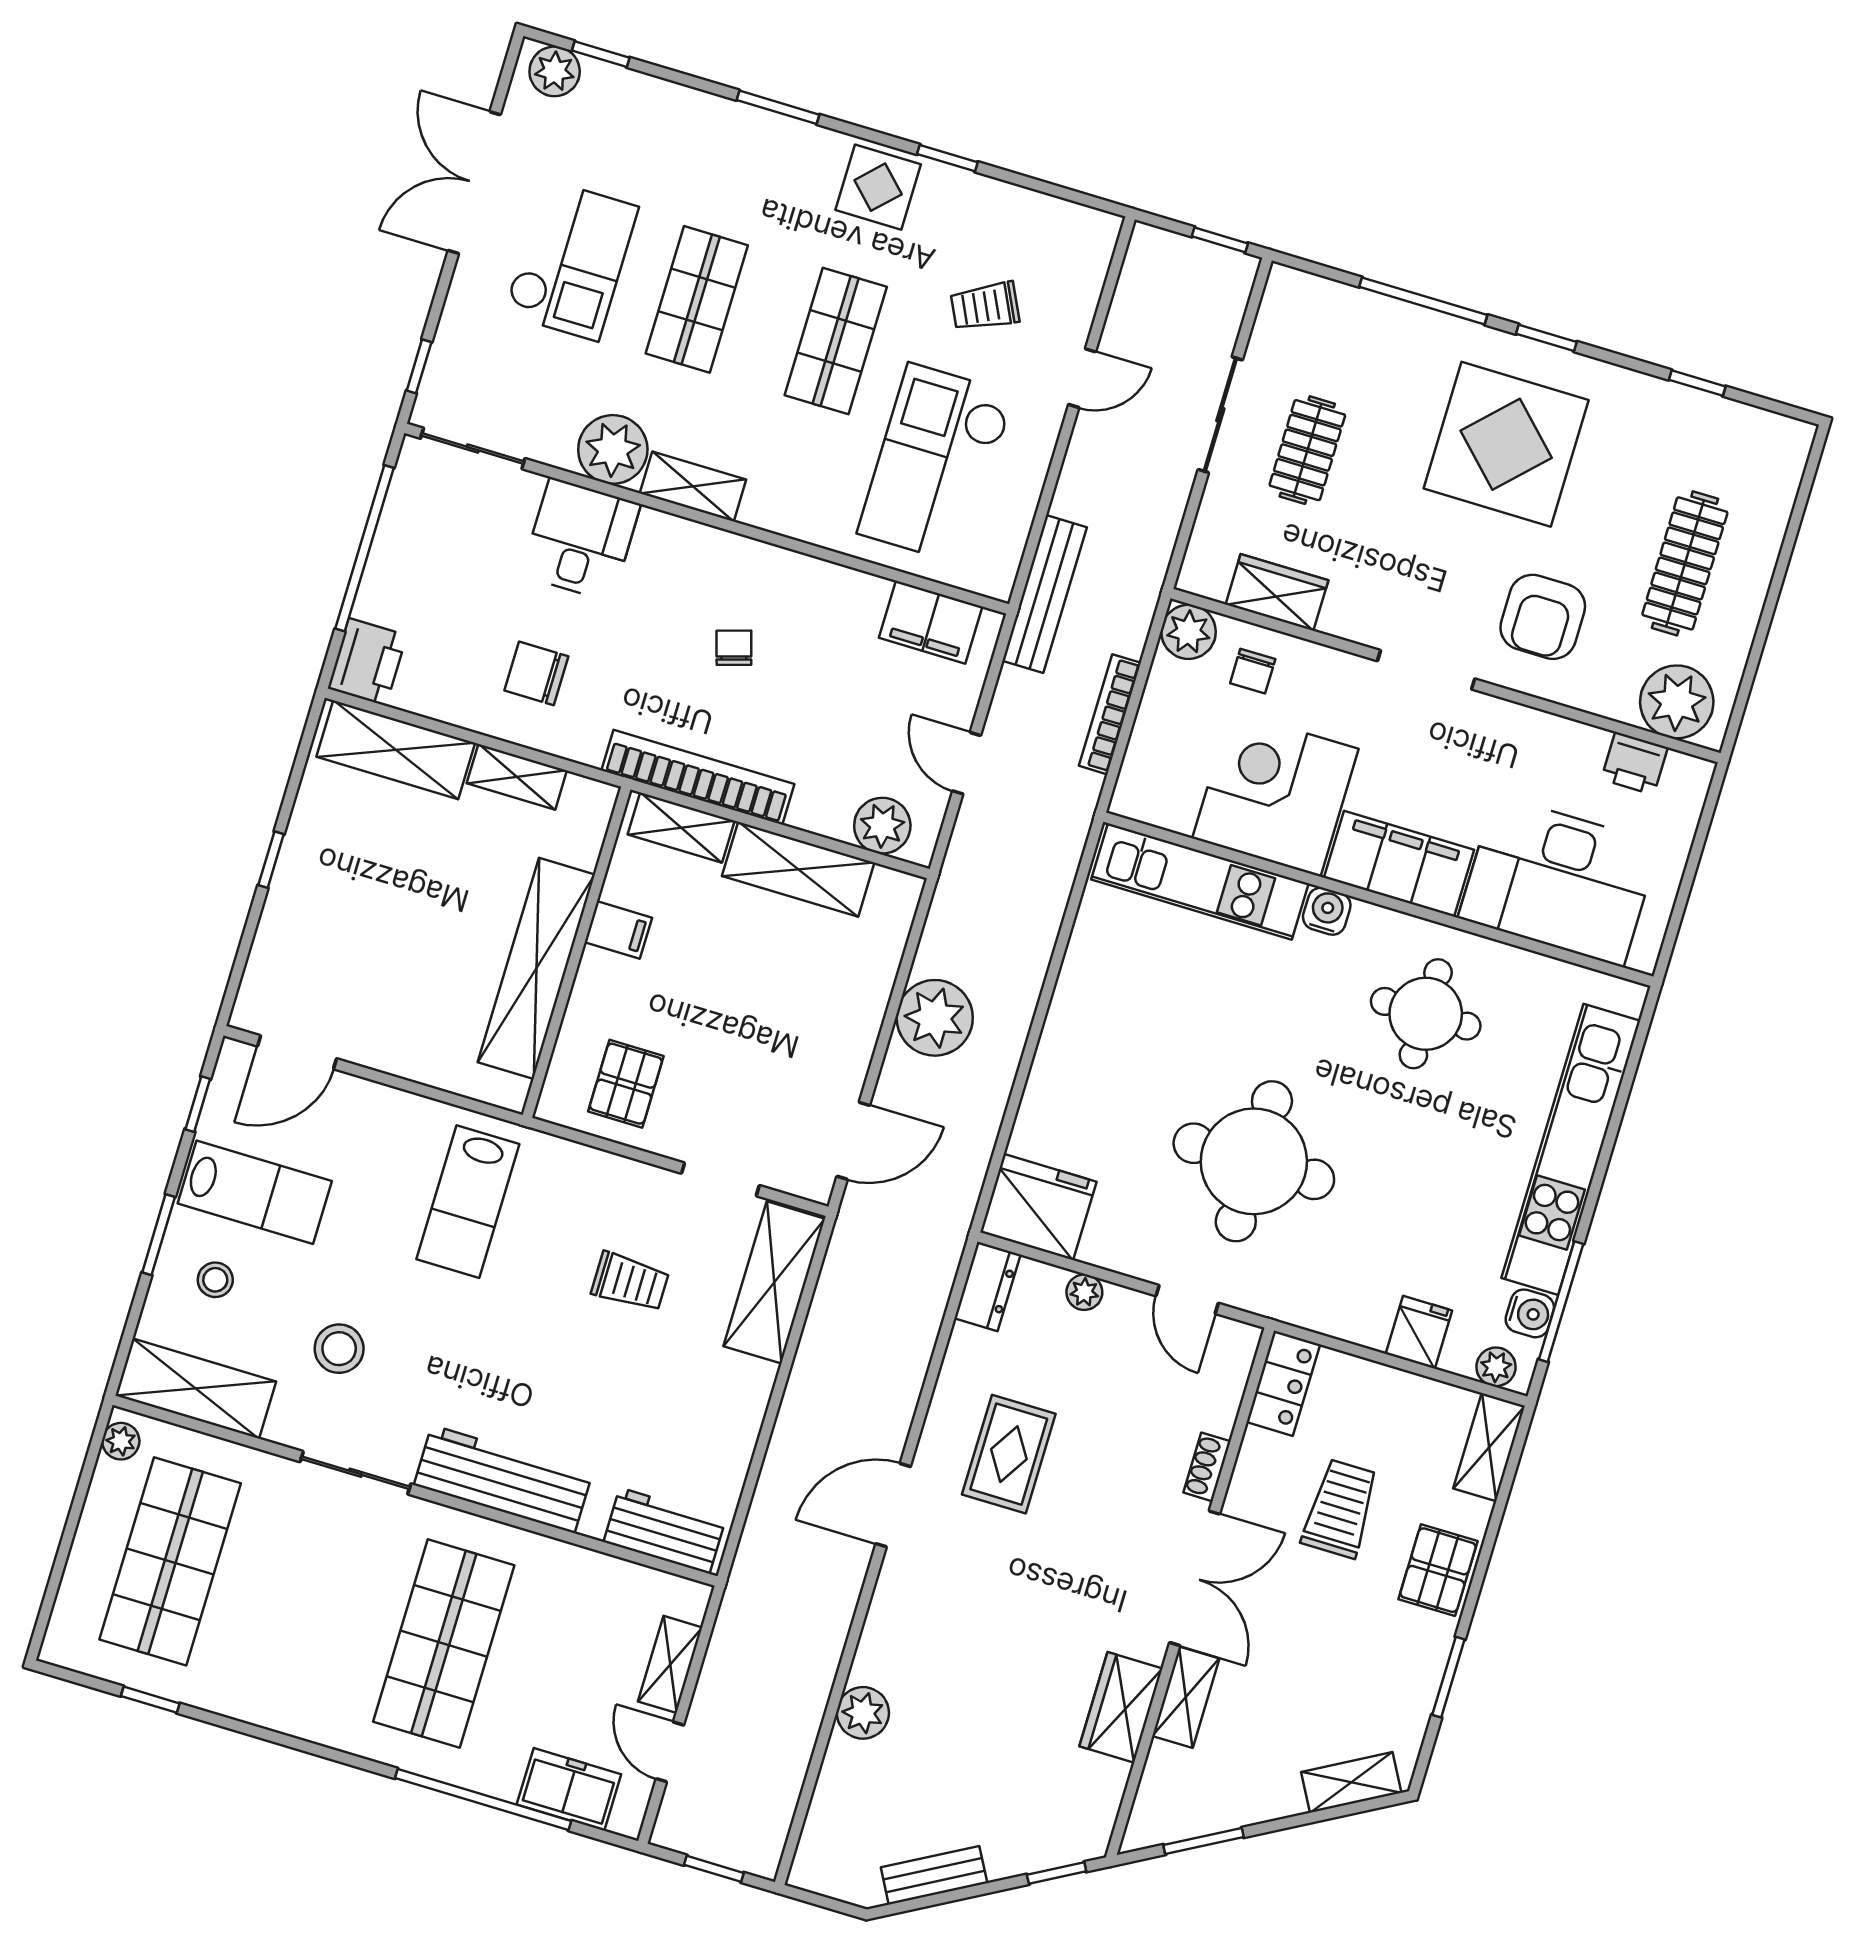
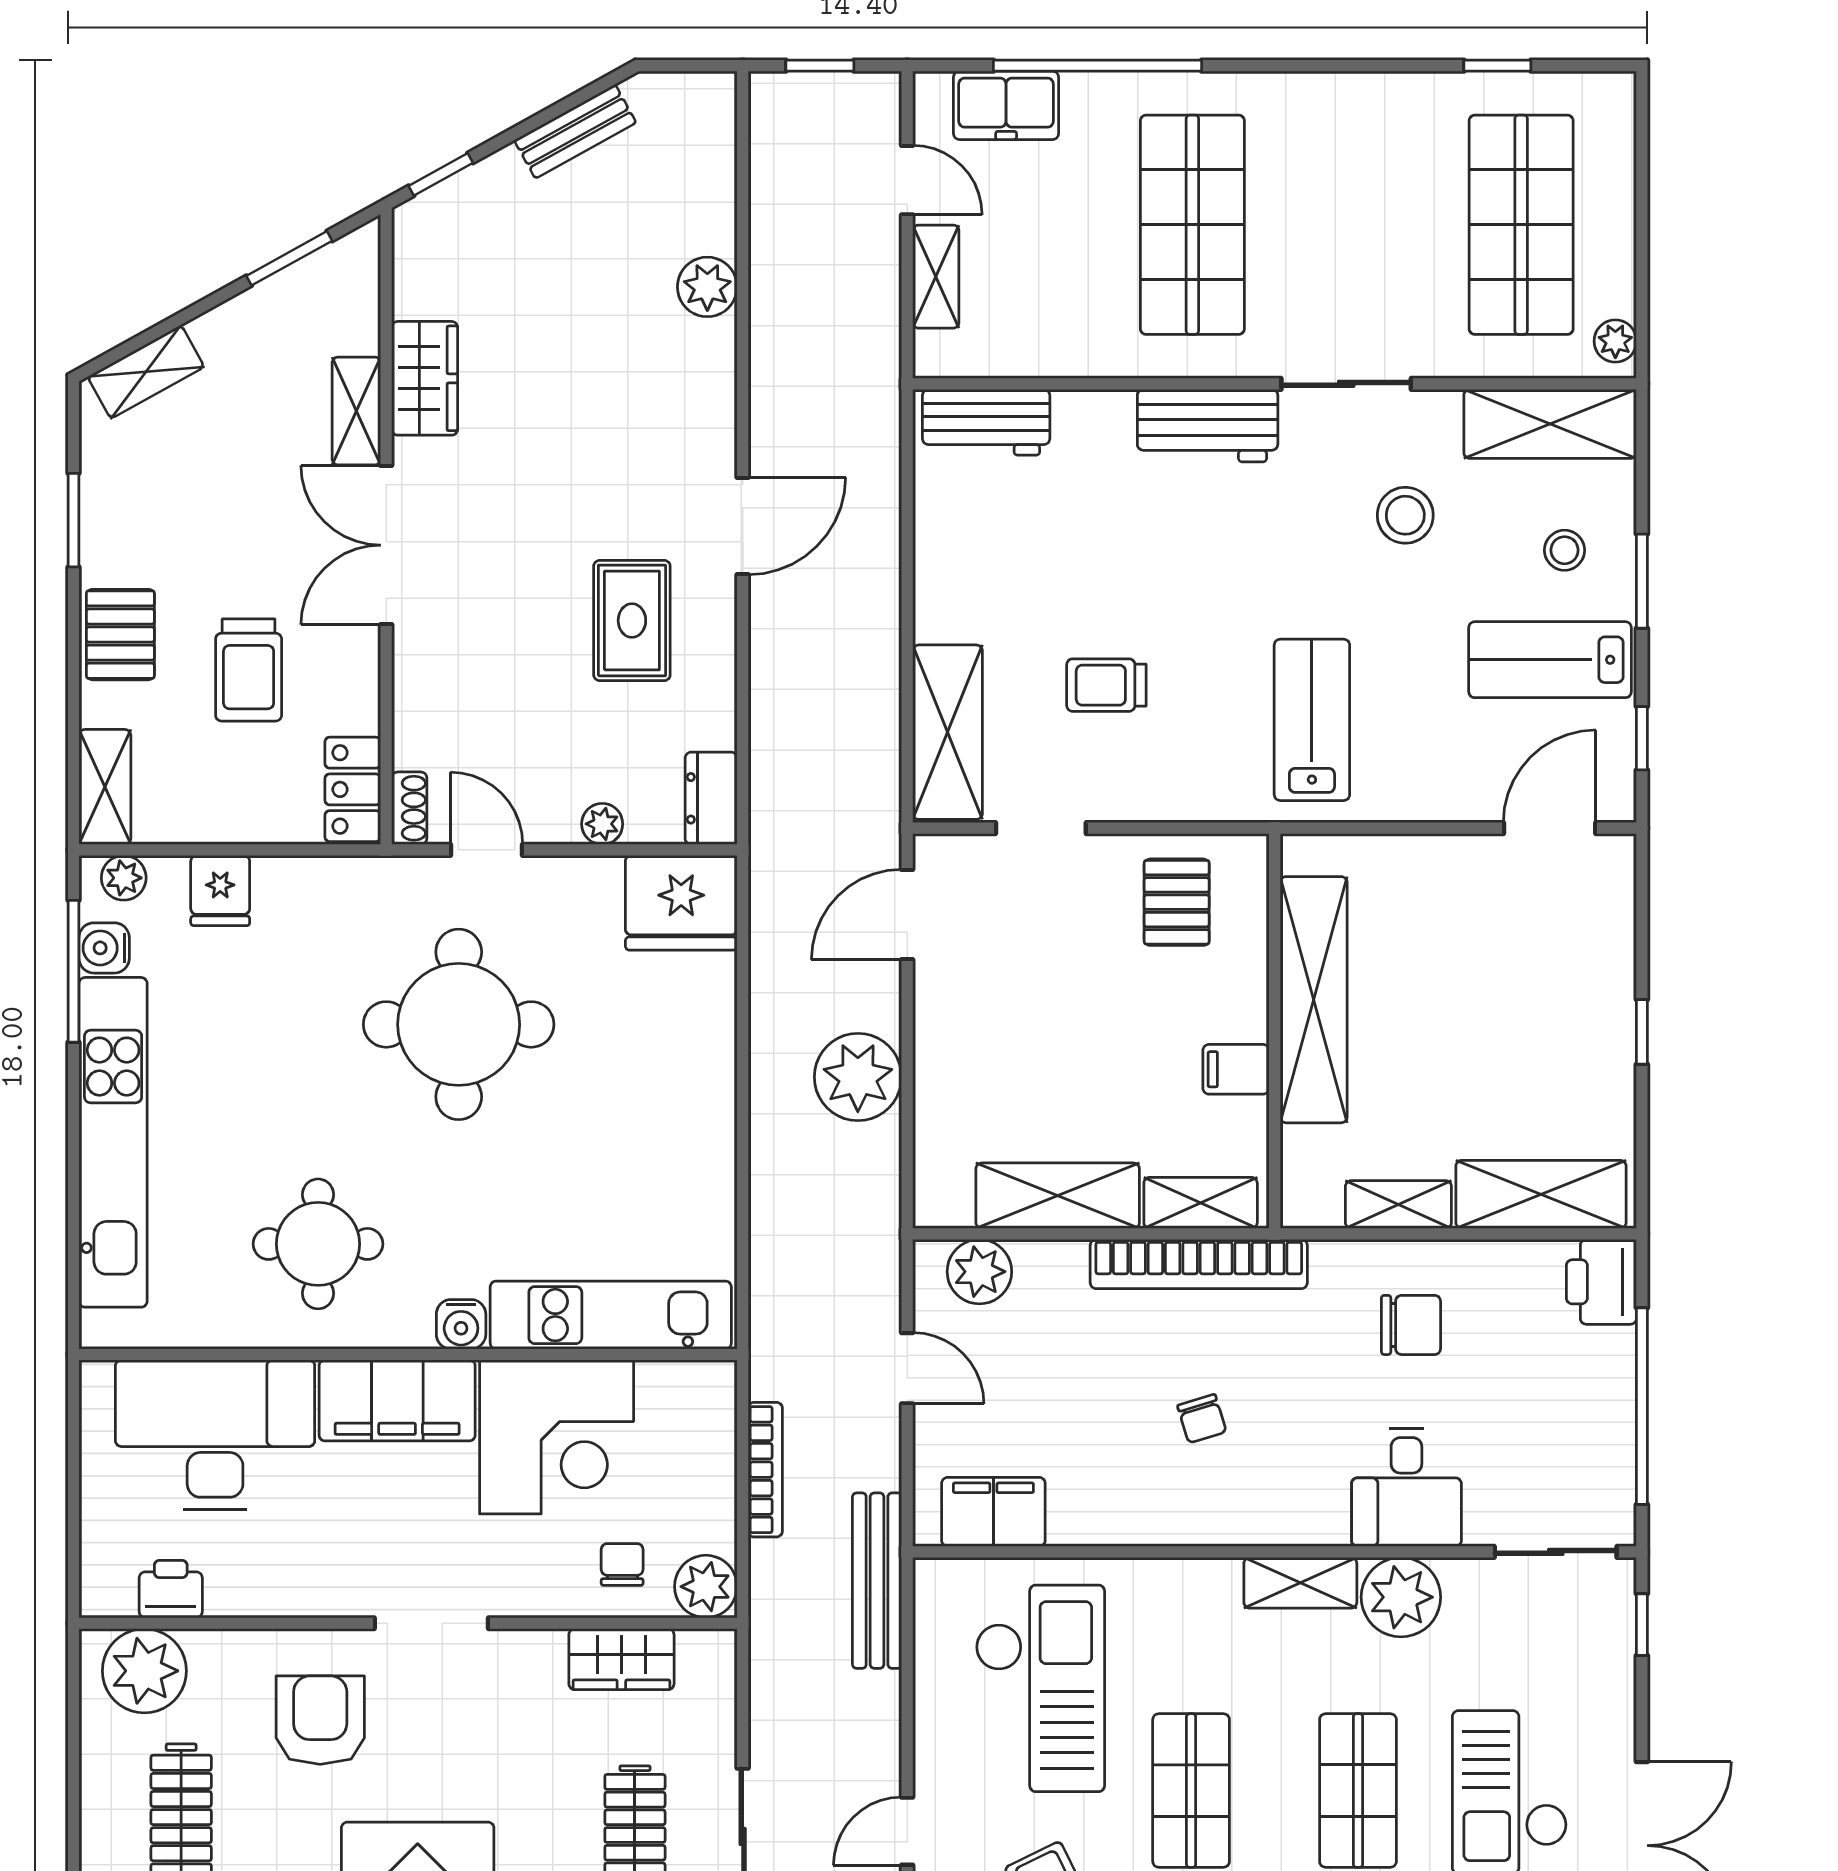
shoe rack: (1207, 1467) -> (409, 808), moved
workbench: (503, 1479) -> (1208, 426), width x0.73

